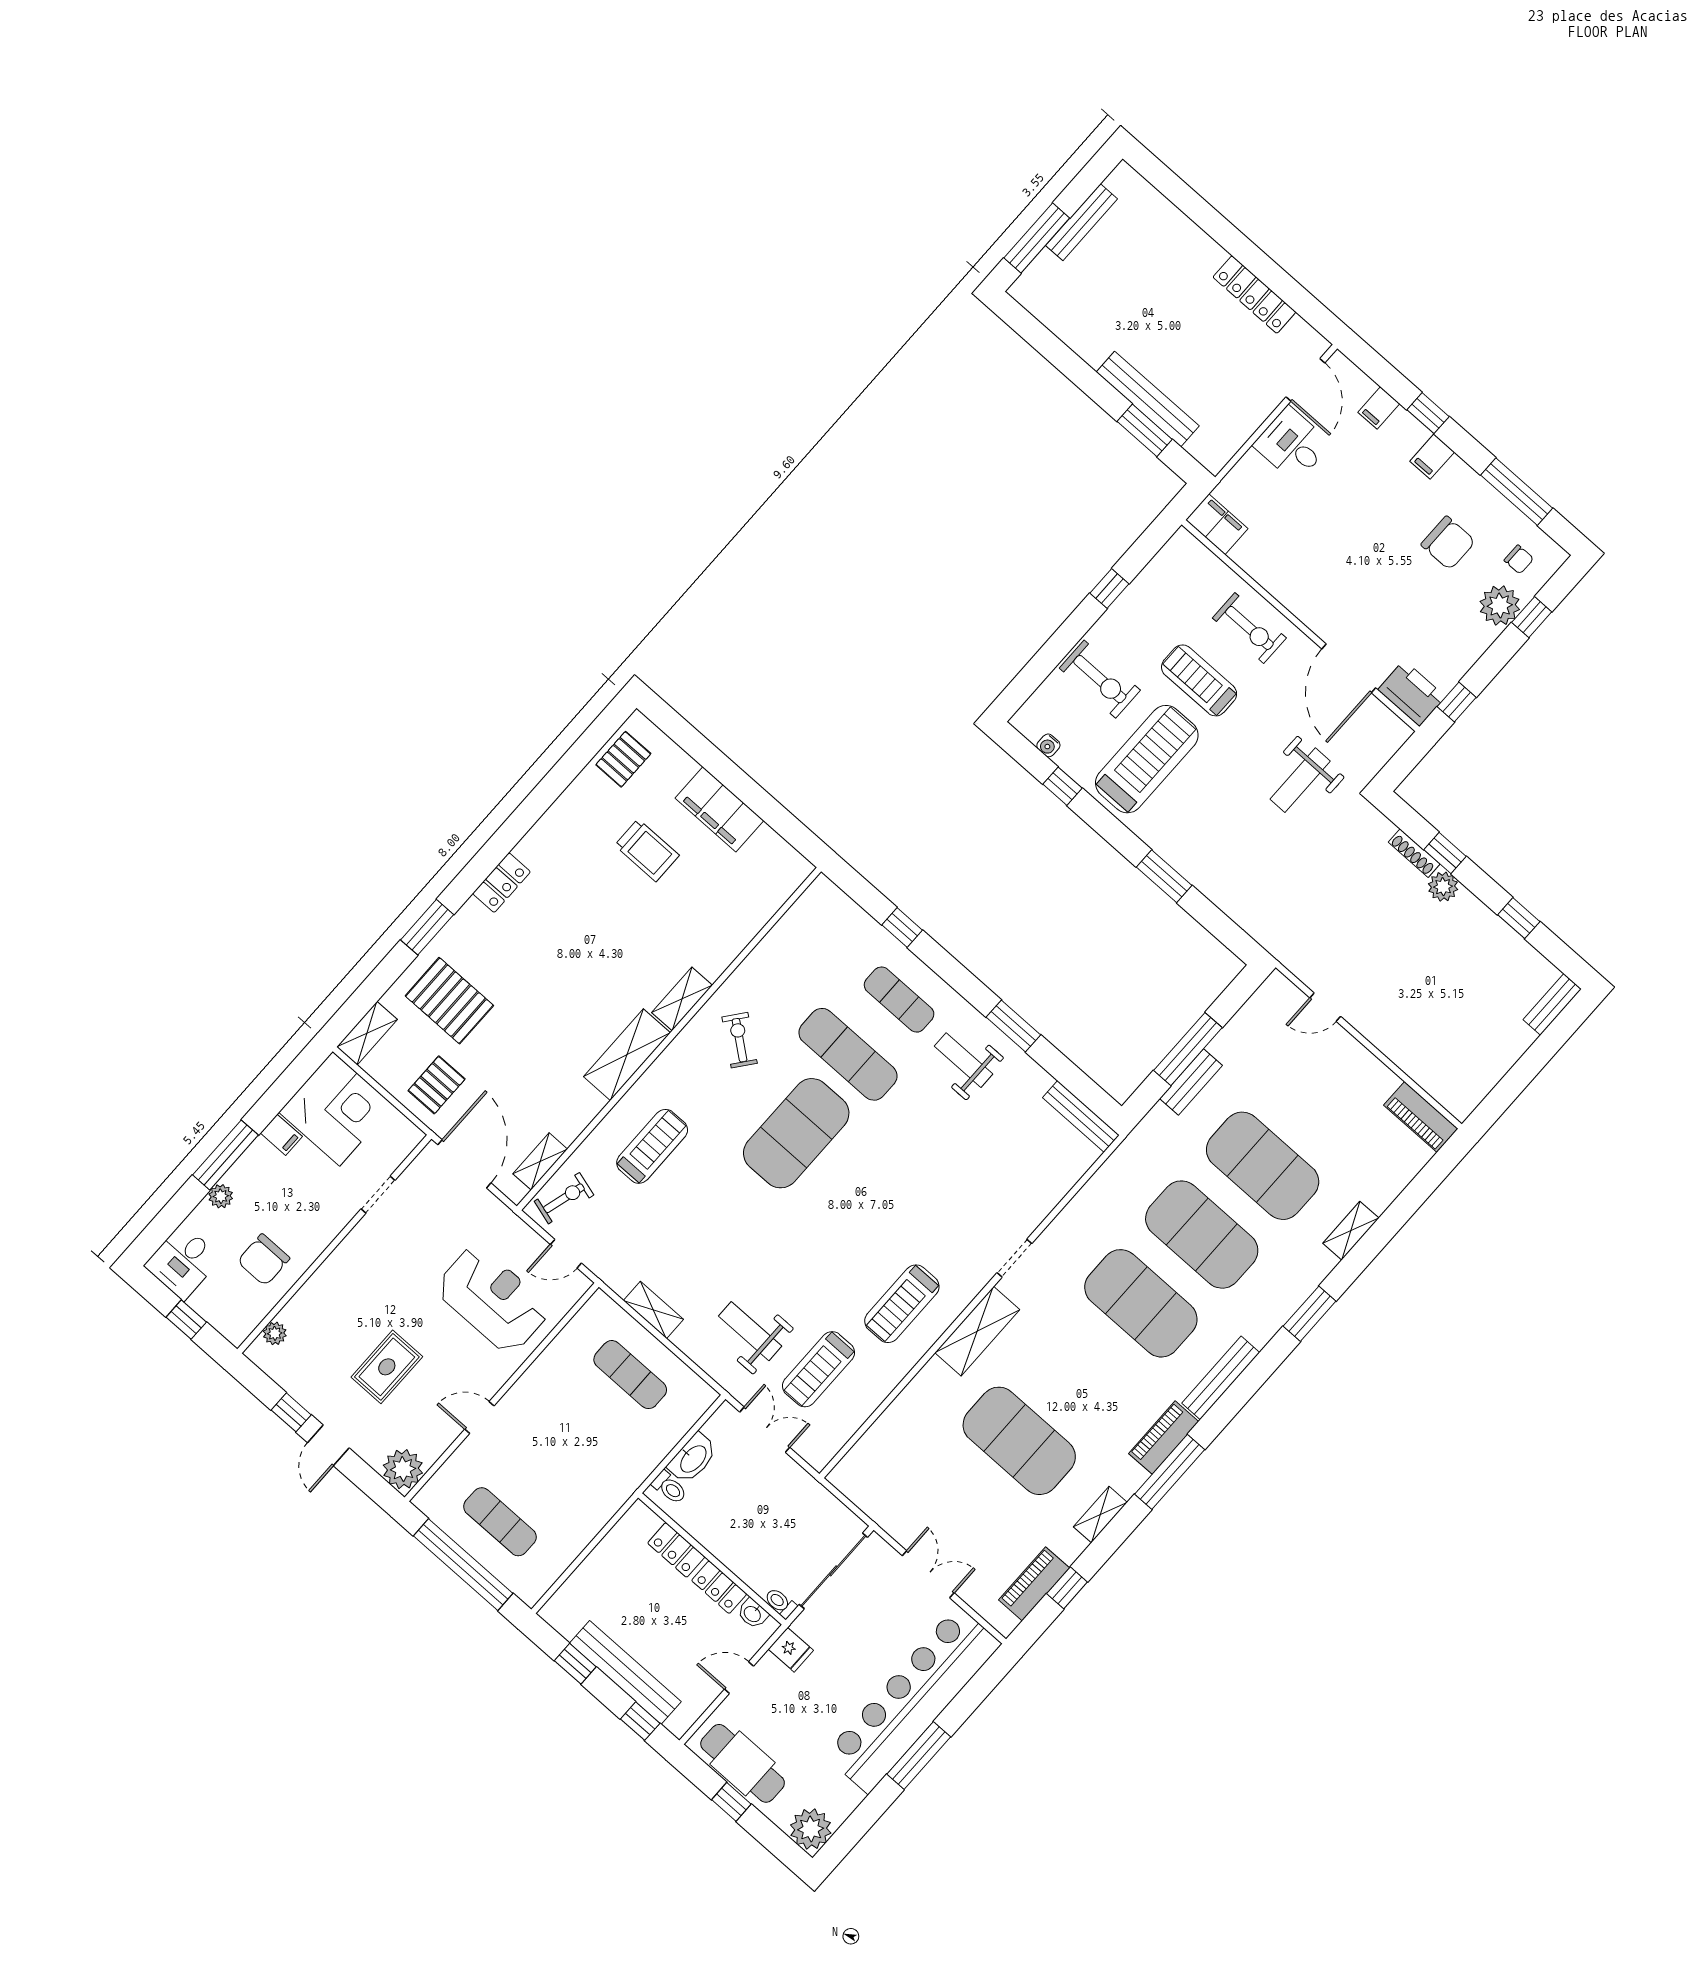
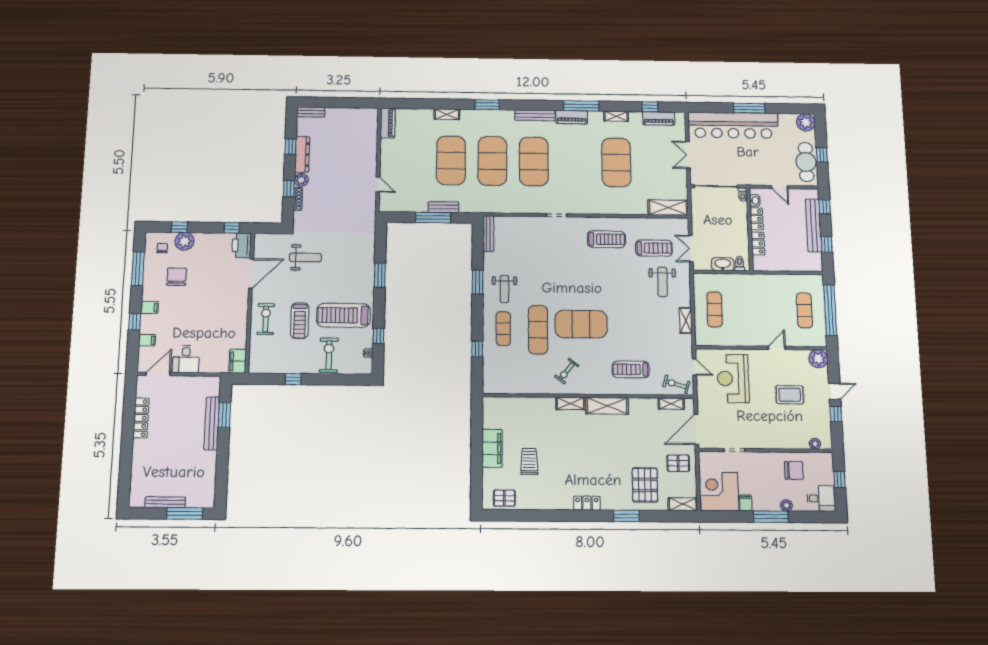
dresser: (1487, 926) -> (302, 155), added
shelving: (977, 1331) -> (668, 208), moved
door: (479, 1417) -> (777, 348), swing flipped
fridge: (791, 1650) -> (755, 178), removed

